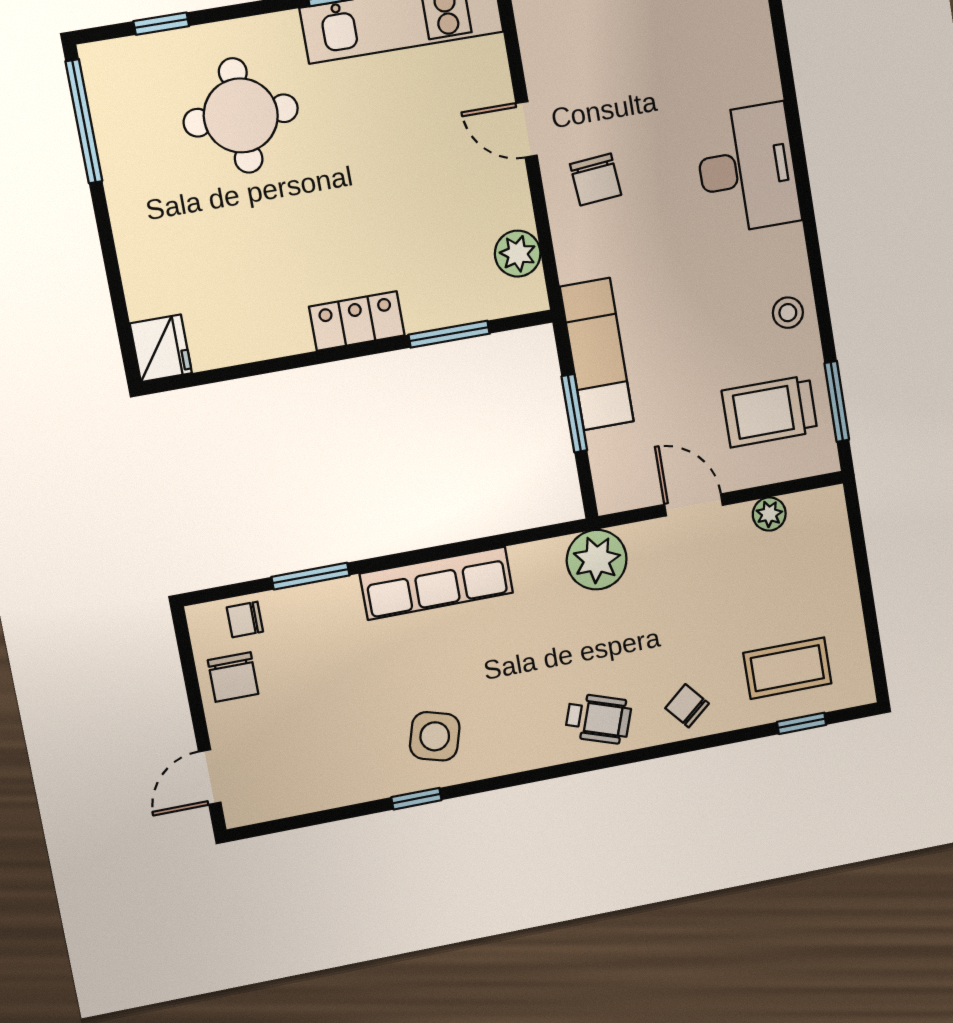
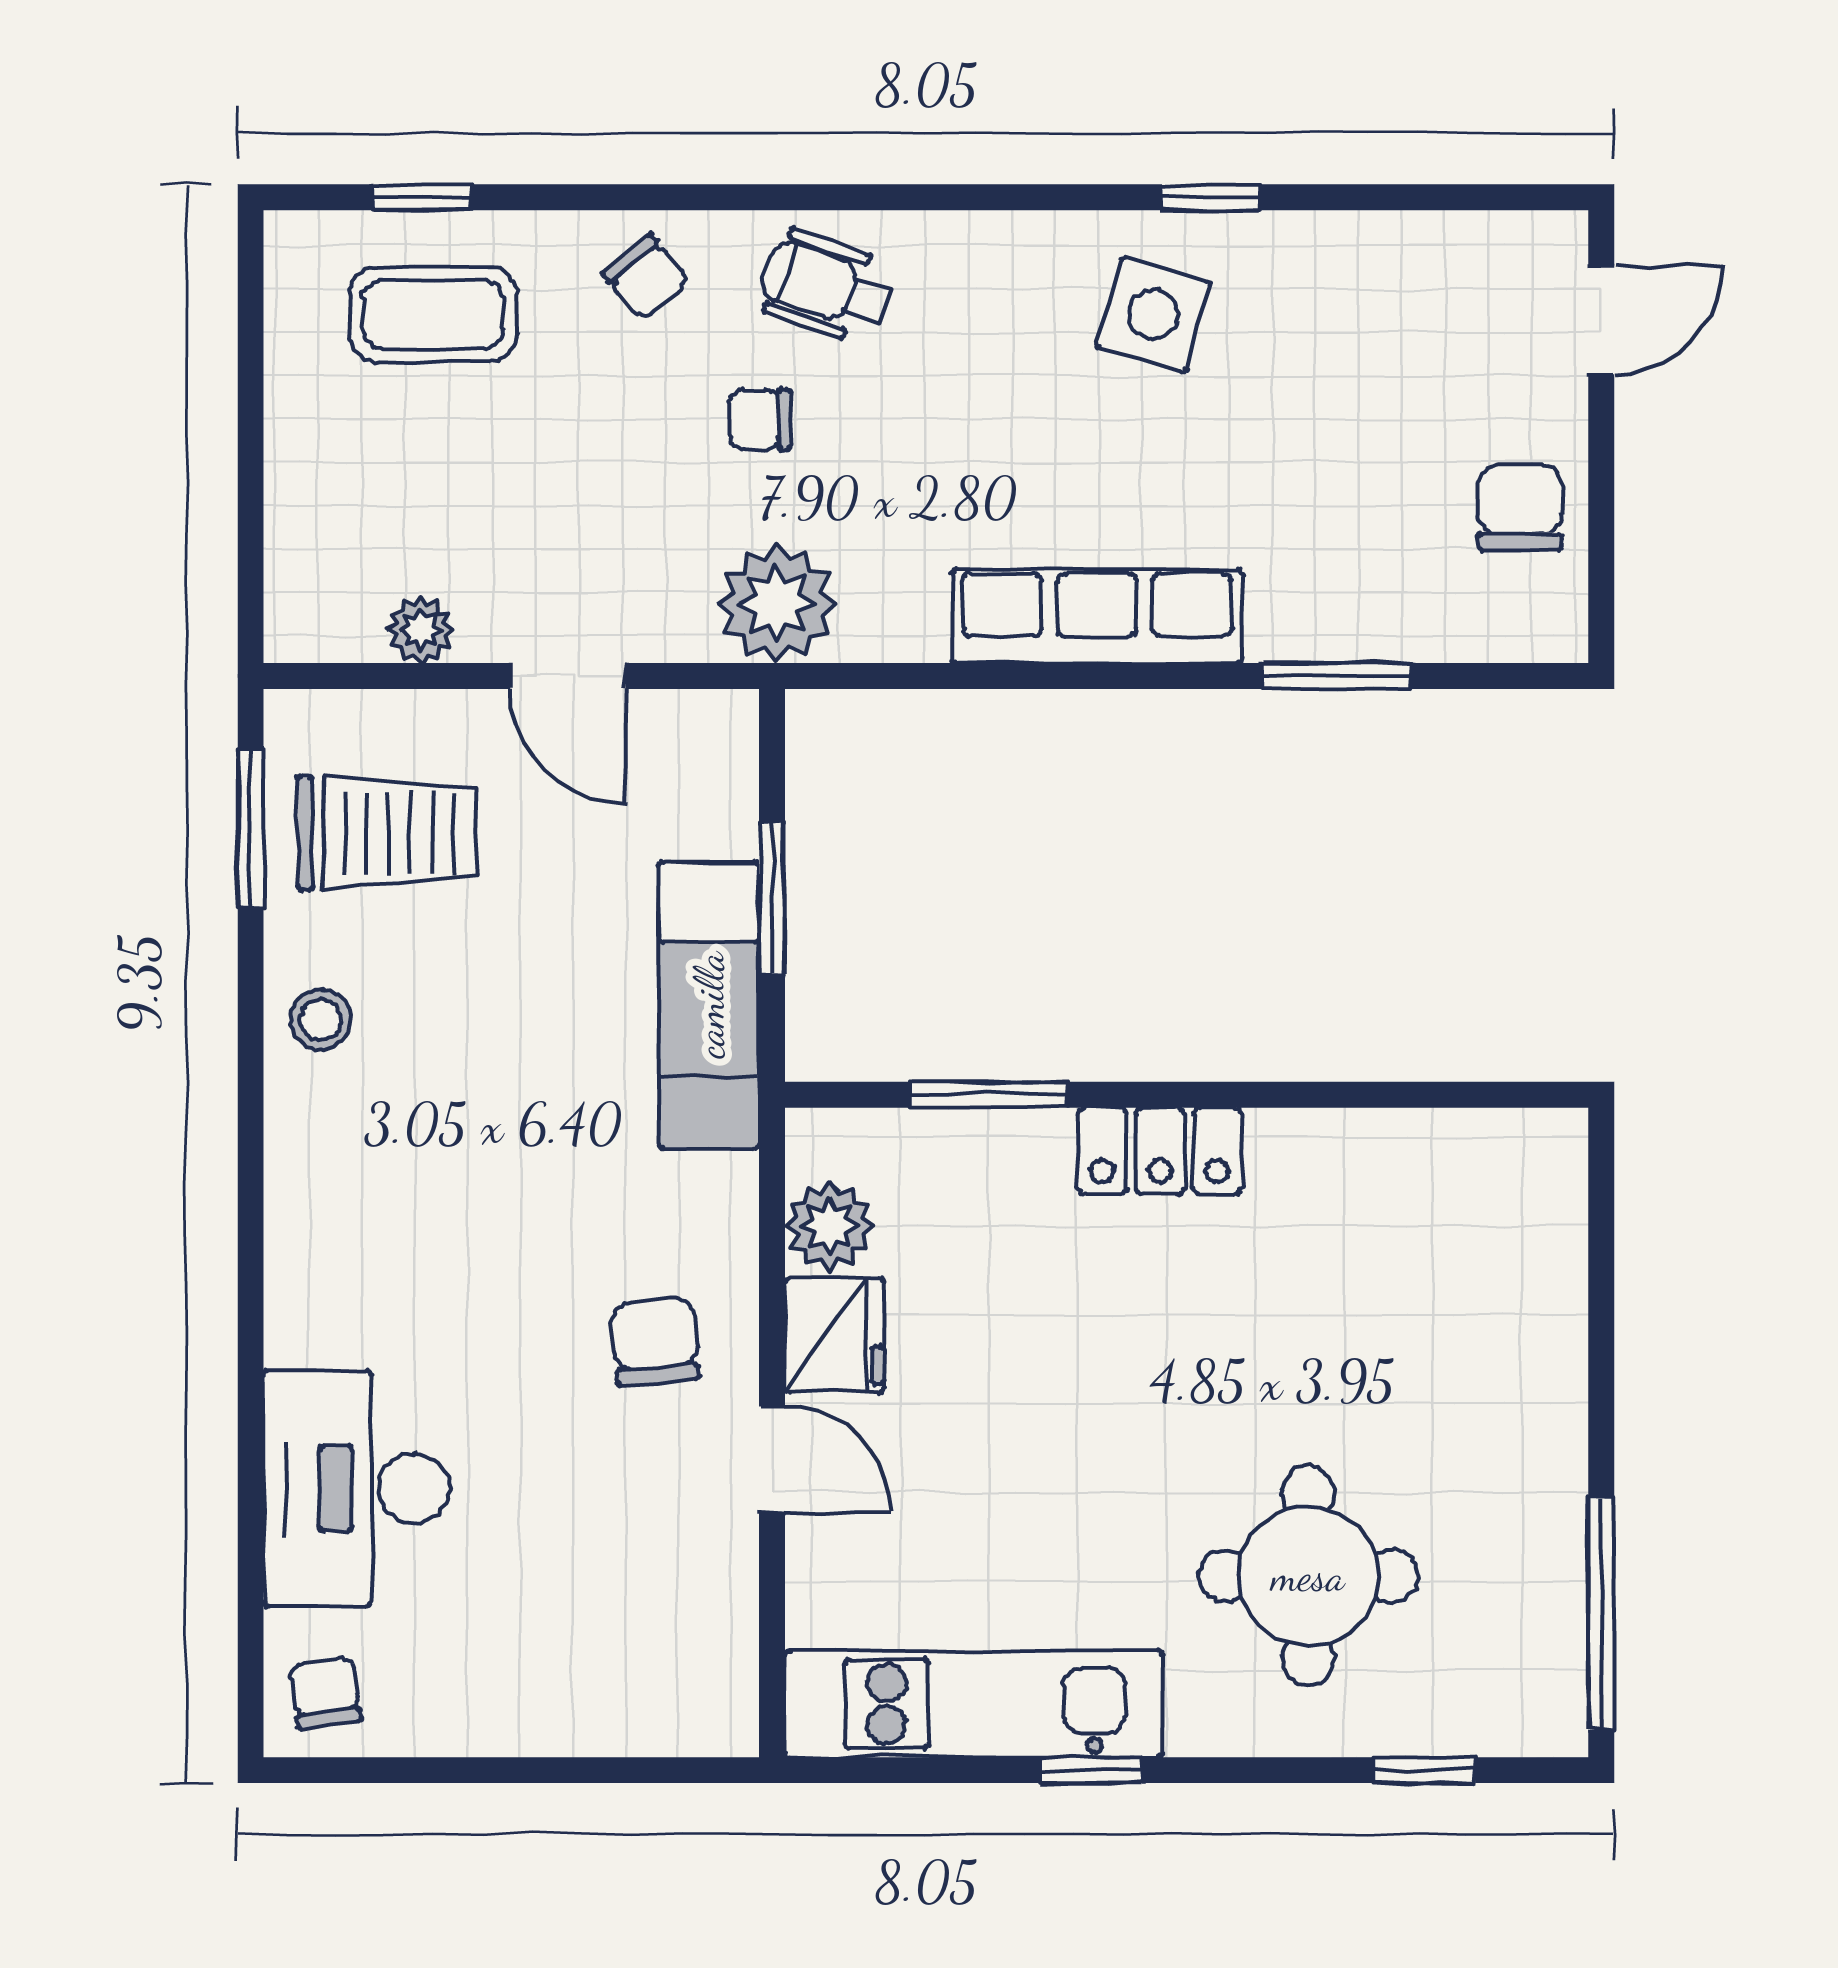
desk: (747, 169) -> (356, 1488), moved
fridge: (161, 348) -> (834, 1335), moved, turned 180
chair: (245, 619) -> (760, 419), moved, turned 180

